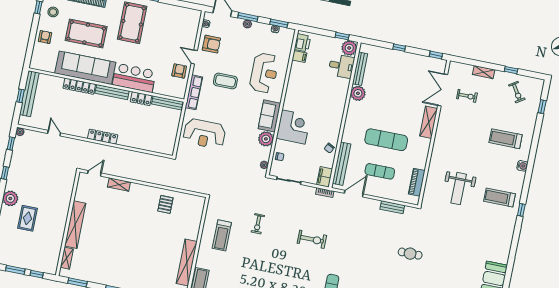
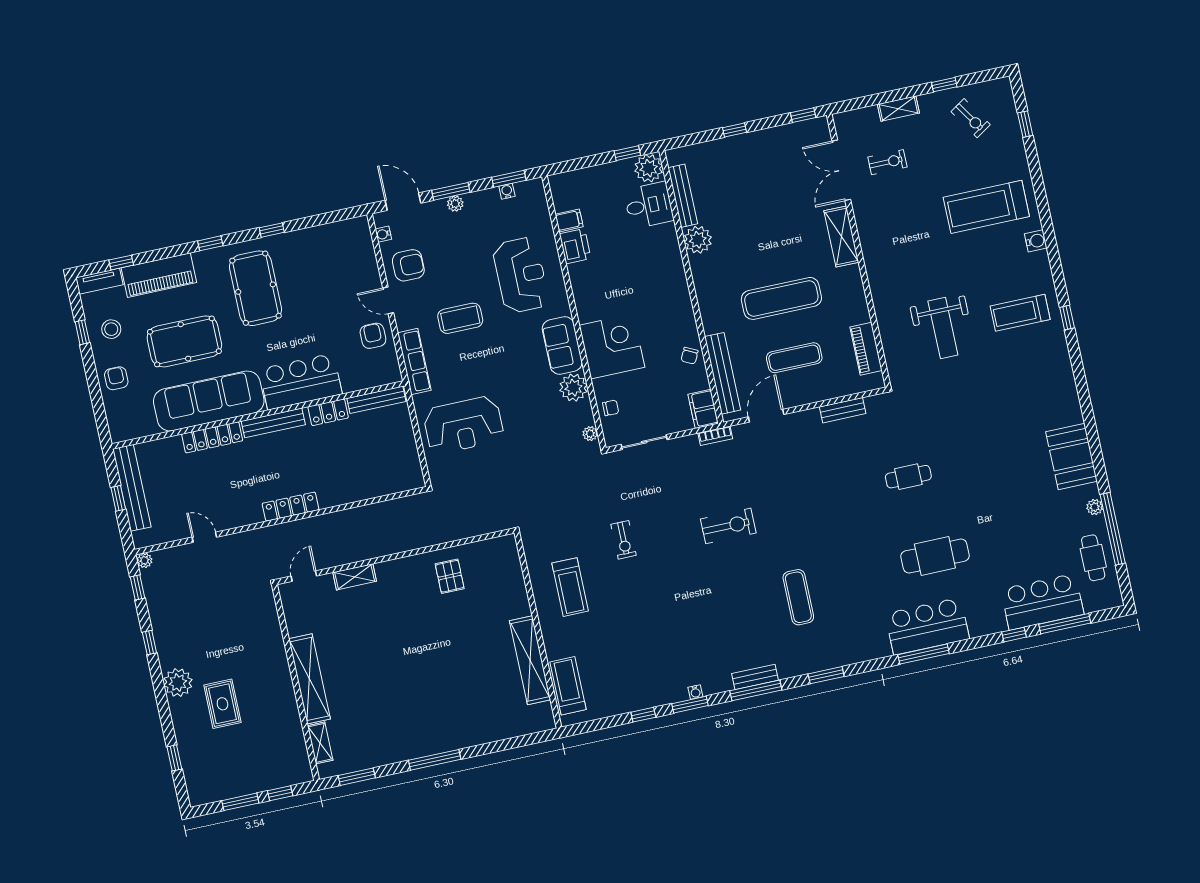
printer: (302, 43) -> (575, 246), moved
treadmill: (506, 139) -> (986, 207), width x1.37, depth x1.38

